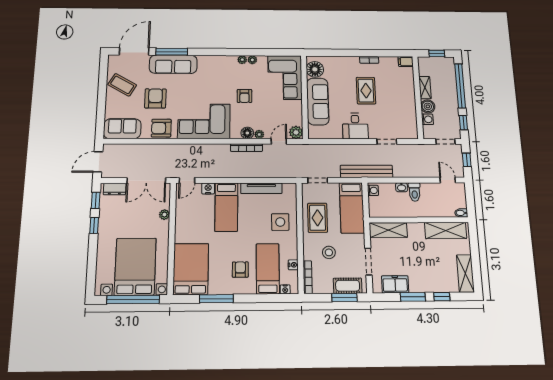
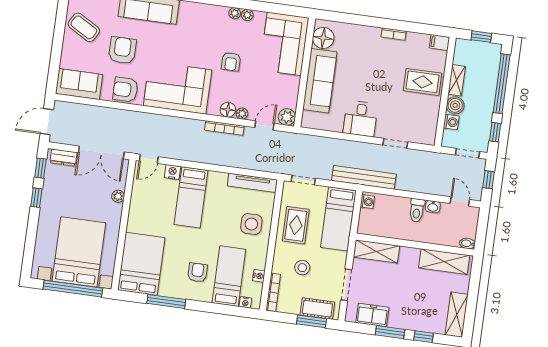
rug: (366, 91) -> (423, 82), moved, turned 90
washbasin: (402, 187) -> (433, 207), moved
tv unit: (261, 188) -> (252, 183), moved

